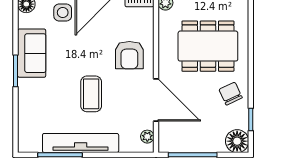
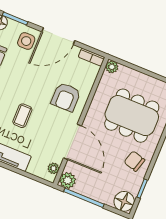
coffee table: (91, 94) -> (22, 116), width x0.73, depth x0.77
chair: (231, 94) -> (134, 161), turned -49
plant: (168, 143) -> (68, 180), added

